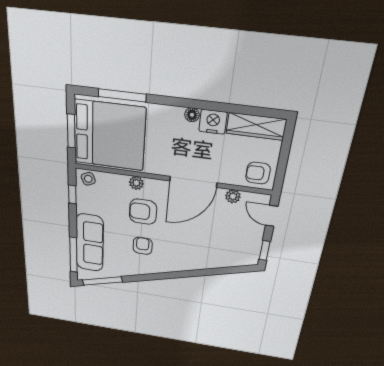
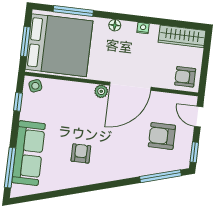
floor lamp: (192, 115) -> (115, 25), moved
nightstand: (213, 122) -> (143, 28), width x0.53, depth x0.56
plant: (136, 183) -> (101, 91), moved
plant: (233, 196) -> (165, 99), removed
armchair: (143, 212) -> (162, 136), moved
window: (102, 281) -> (160, 176), moved

